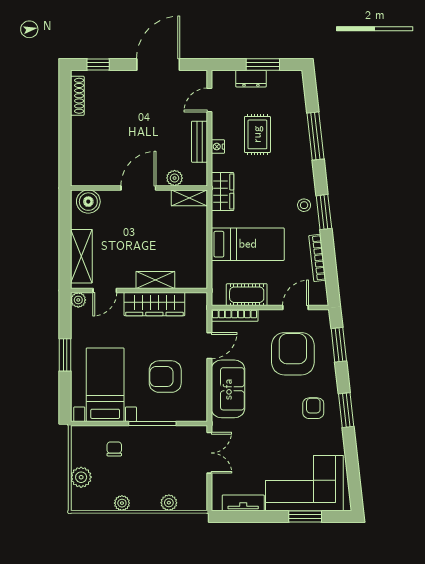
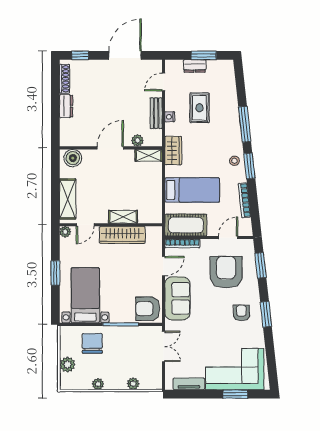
dresser: (79, 132) -> (66, 106), added
window: (315, 136) -> (245, 124), moved
cot: (247, 295) -> (186, 225), width x1.37, depth x1.34
armchair: (165, 377) -> (148, 309), moved
chair: (114, 449) -> (92, 343), width x1.87, depth x1.87

